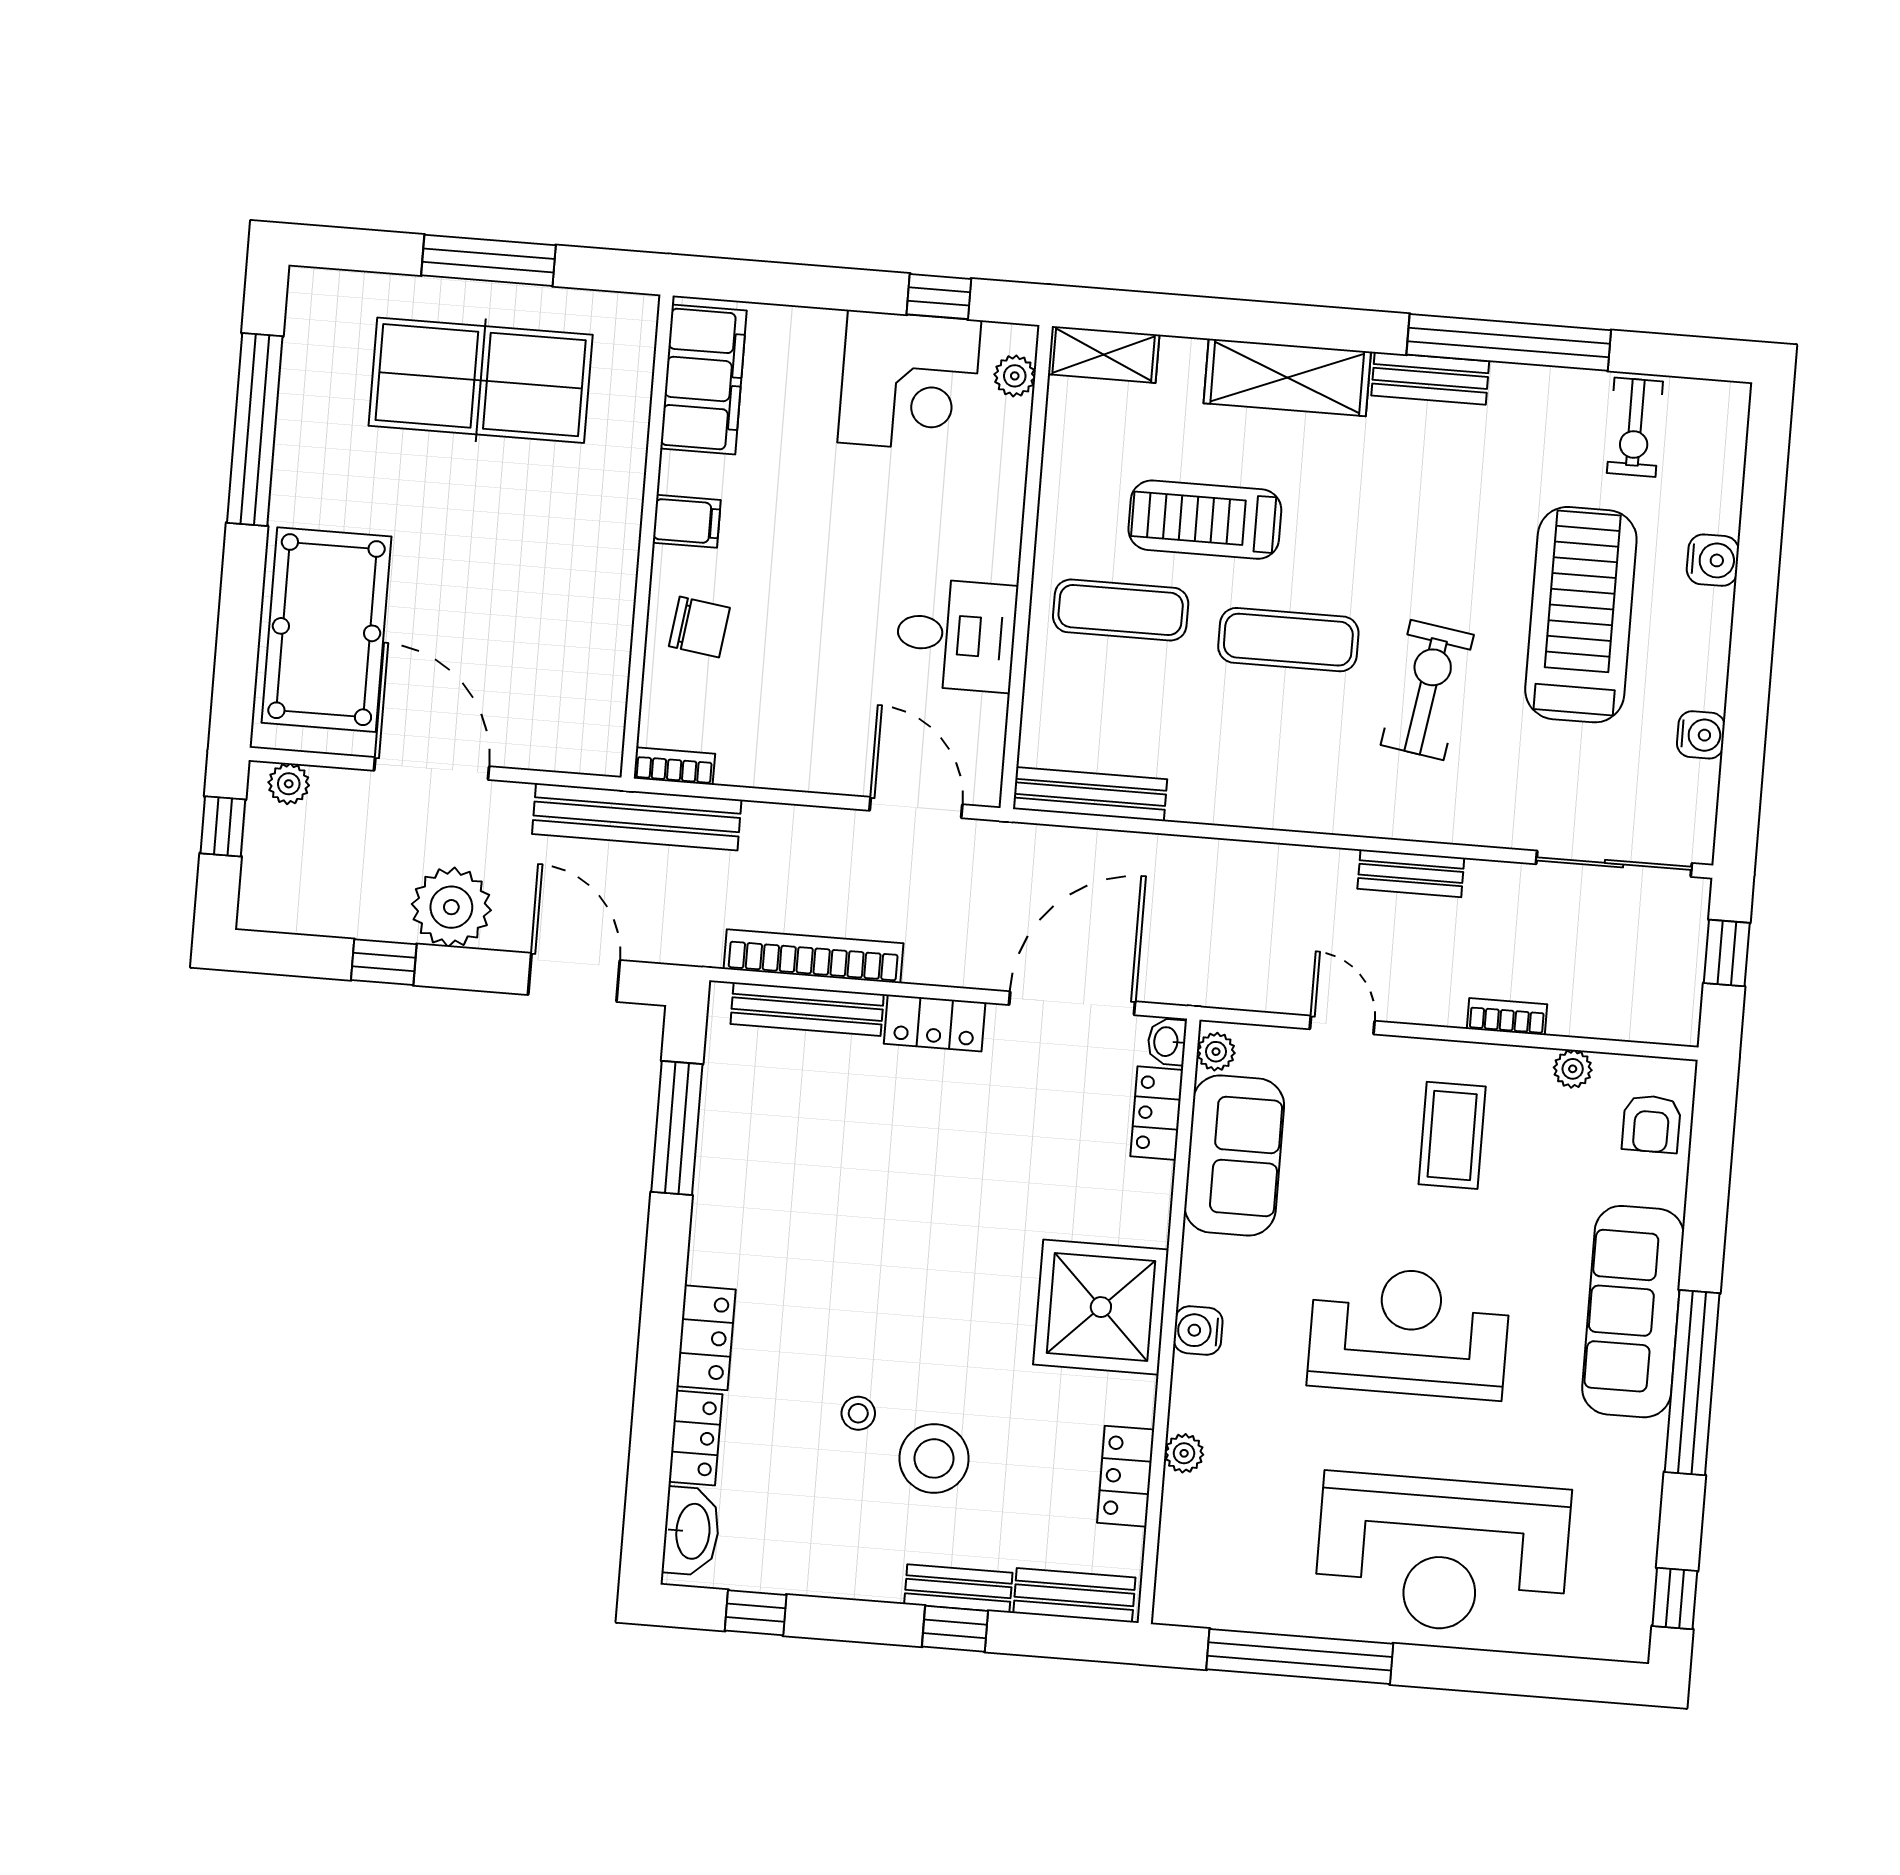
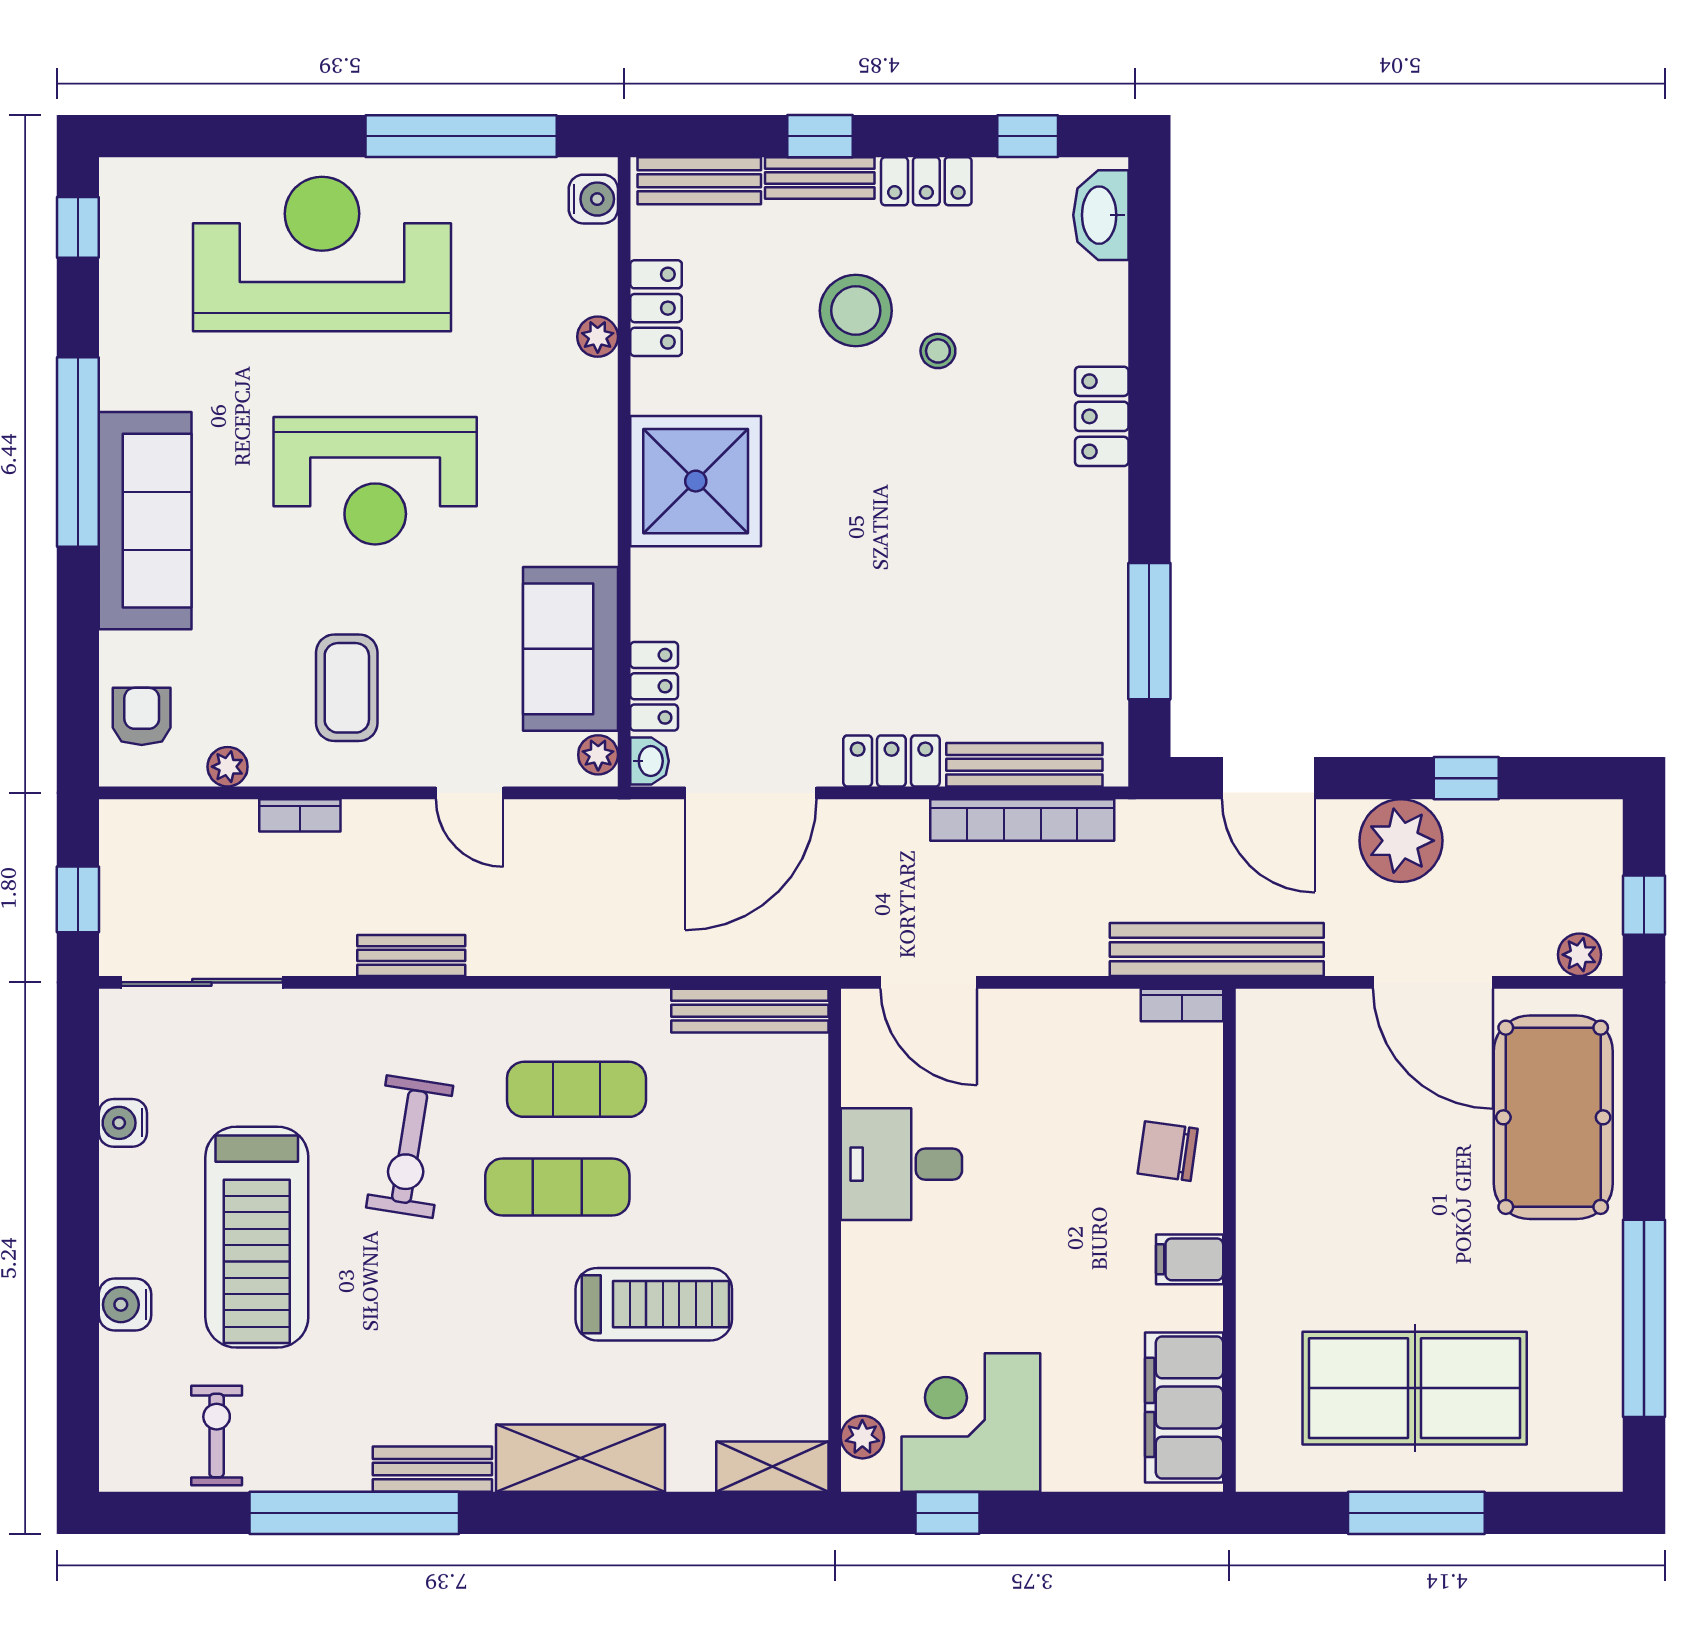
exercise mat: (1121, 610) -> (576, 1089), moved
water cooler: (1198, 1330) -> (593, 199), moved
locker: (696, 1438) -> (926, 181), moved, turned -90

